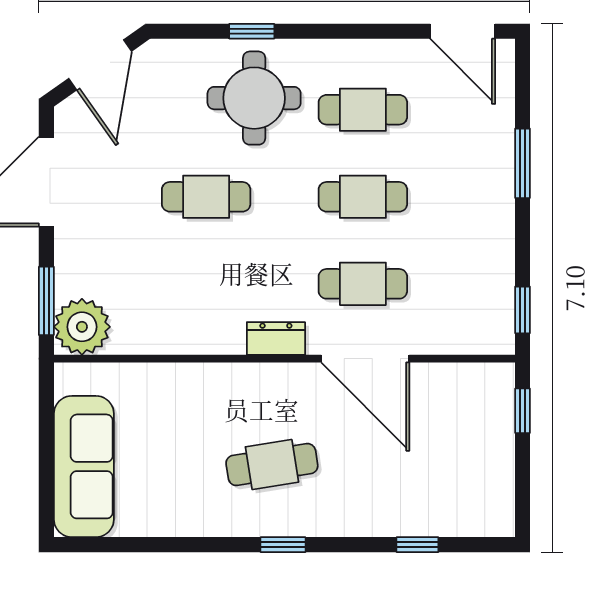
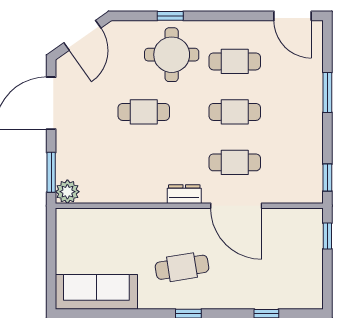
plant: (82, 327) -> (67, 192), width x0.73, depth x0.73
sofa: (84, 466) -> (96, 292), moved, turned -90

